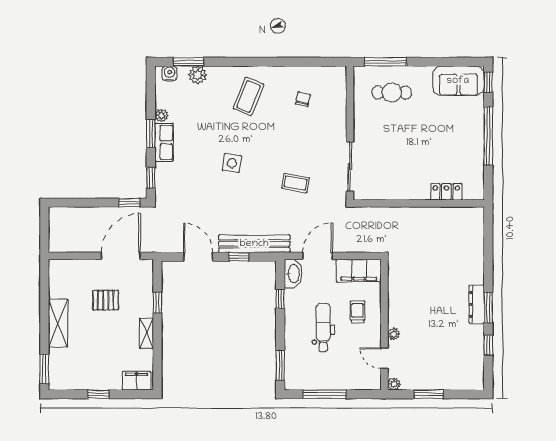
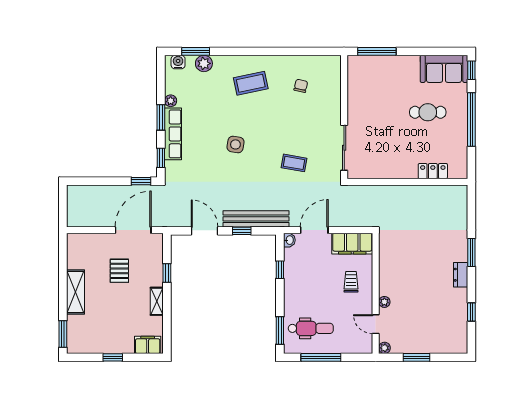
cafe table: (392, 93) -> (428, 112), moved
coffee table: (249, 96) -> (251, 83), turned 56
row of seats: (164, 142) -> (173, 134), width x1.48
washbasin: (293, 274) -> (289, 240), width x0.52, depth x0.69
pallet: (106, 300) -> (119, 271), turned 90
dresser: (477, 304) -> (461, 275), width x0.70
window: (488, 307) -> (471, 253), moved
dental chair: (323, 328) -> (311, 328), moved, turned 90

